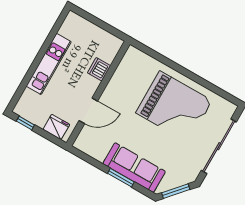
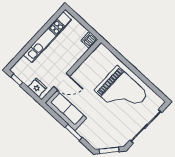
kitchen unit: (49, 64) -> (47, 37), width x1.36
dishwasher: (99, 69) -> (89, 40), moved
sofa: (134, 168) -> (66, 110), moved

